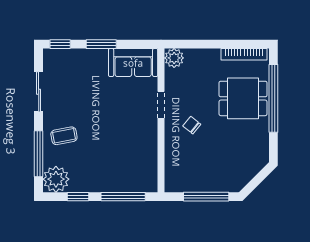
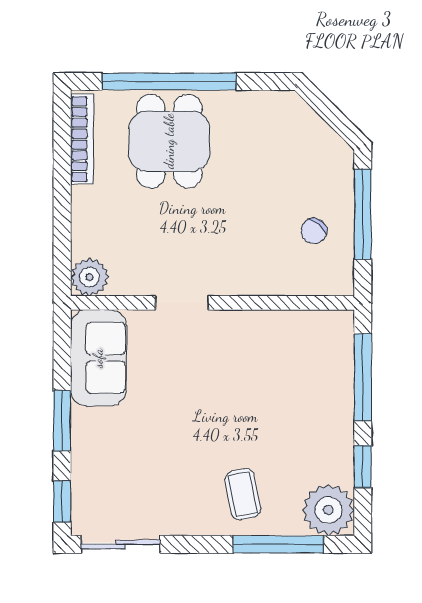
sliding door: (39, 92) -> (121, 544), moved
chair: (192, 125) -> (314, 231), moved

